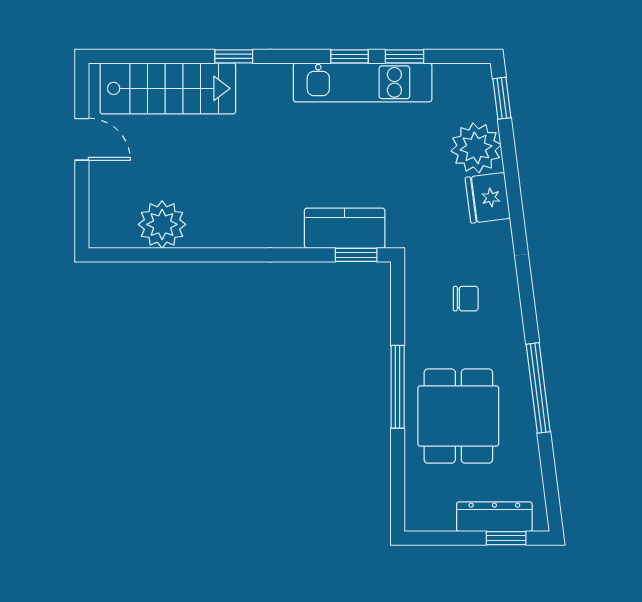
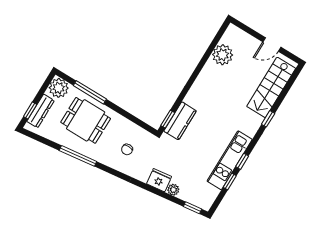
plant: (476, 148) -> (173, 190), width x0.53, depth x0.53
window: (398, 387) -> (90, 92), moved
plant: (427, 509) -> (59, 88), added

